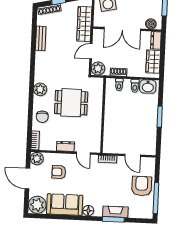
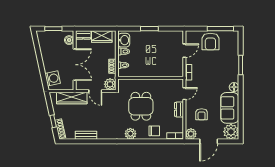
armchair: (142, 186) -> (210, 42), turned -90
fireplace: (115, 212) -> (234, 63), removed

